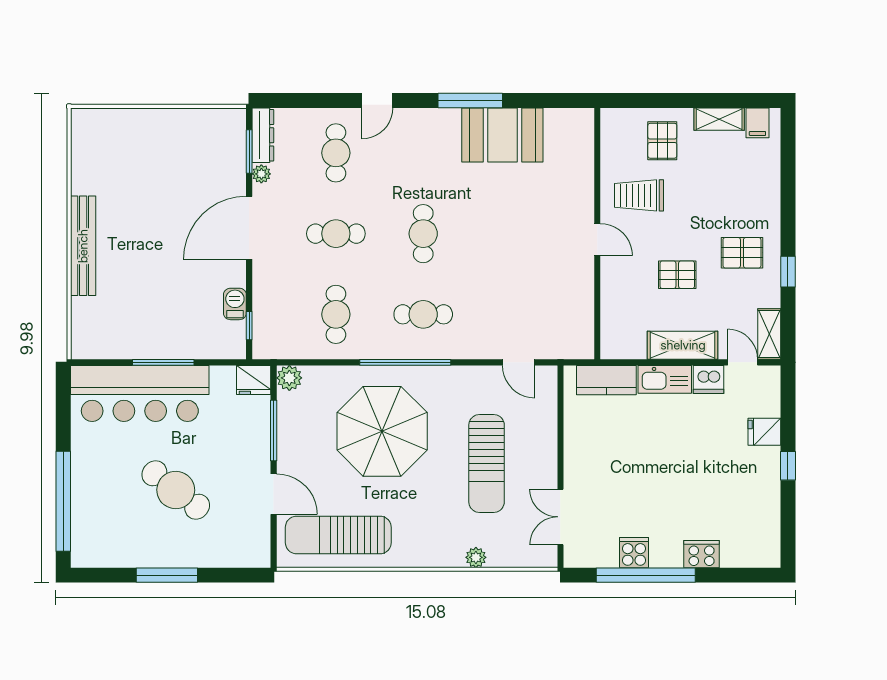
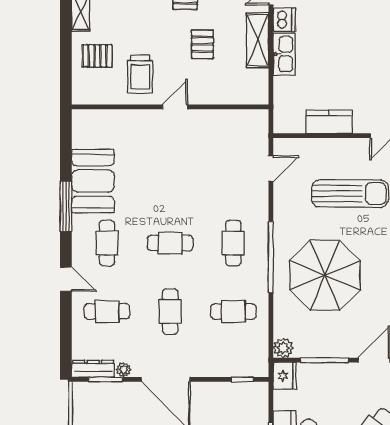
cafe table: (423, 153) -> (107, 243), added
barbecue: (235, 304) -> (225, 390), removed
kitchen counter: (606, 380) -> (329, 122), moved, turned -90

